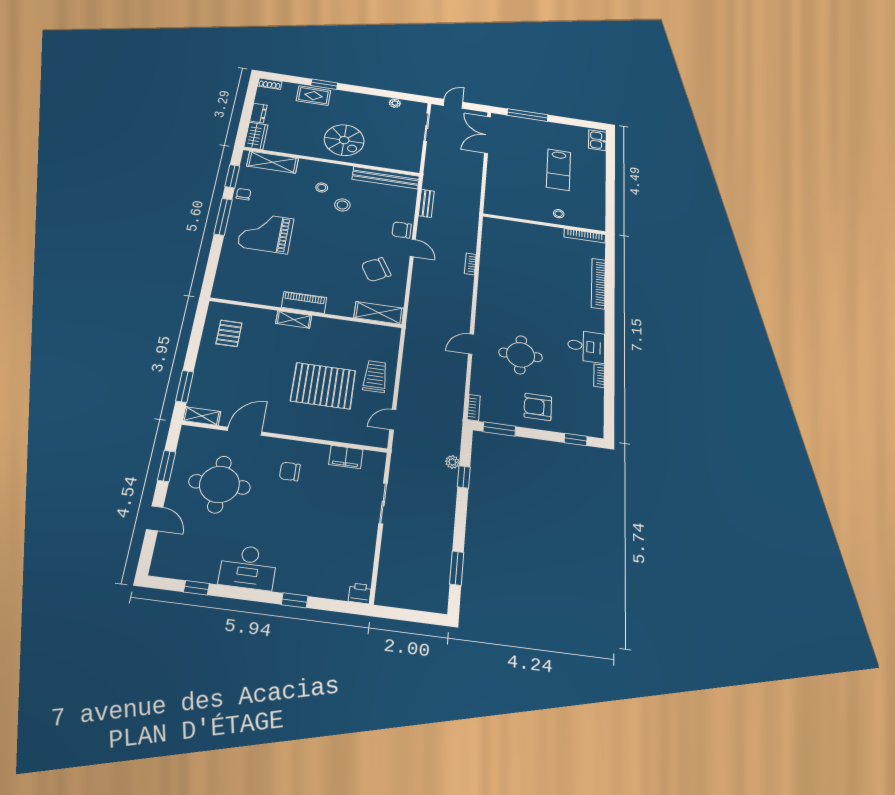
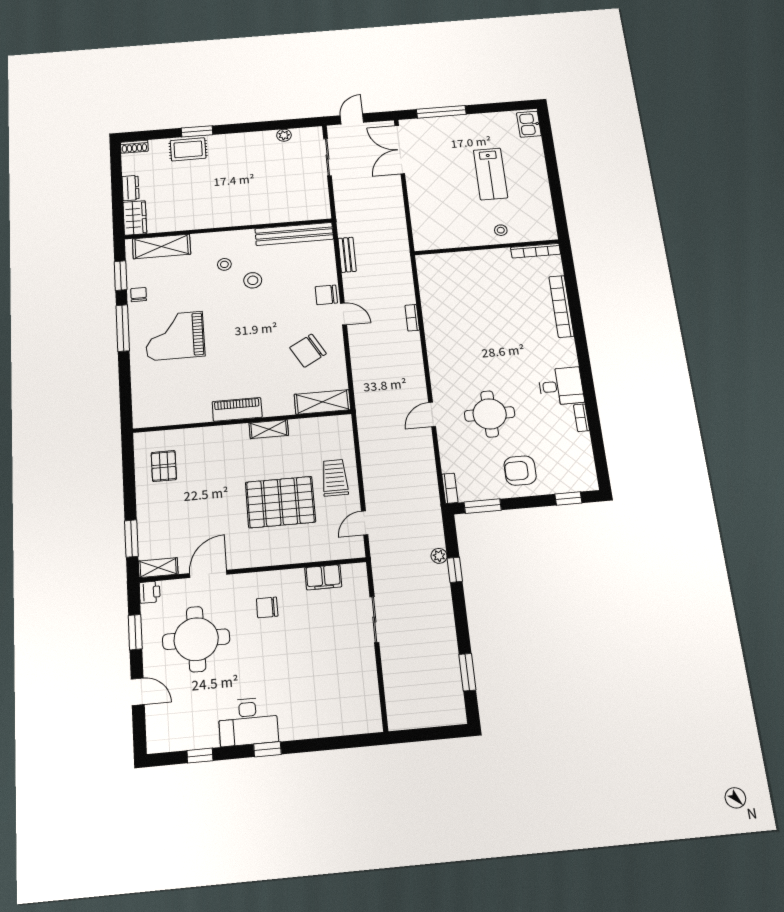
spiral stairs: (344, 140) -> (236, 198), removed
shelving: (294, 319) -> (269, 429), moved
printer: (360, 593) -> (150, 592), moved, turned 90
window: (295, 600) -> (267, 749), moved

